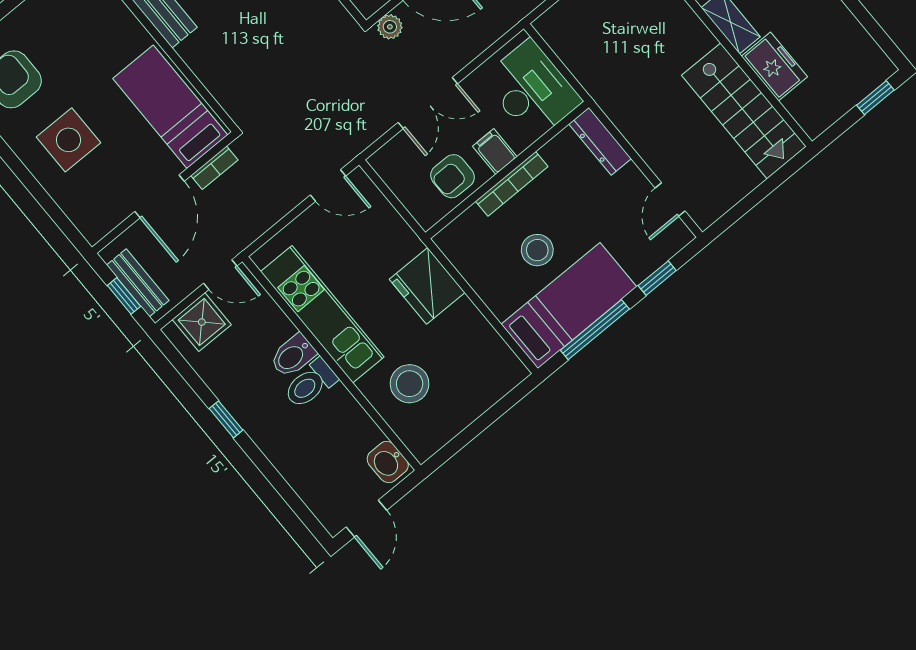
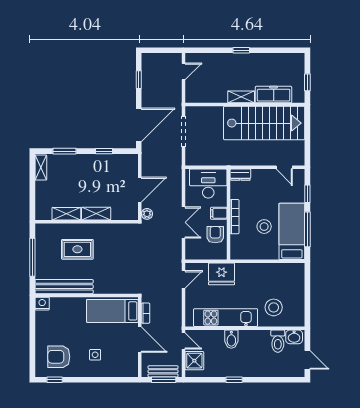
freezer: (774, 66) -> (274, 95), width x1.40
window: (875, 98) -> (307, 82), moved
stairs: (744, 111) -> (264, 123), width x1.36, depth x1.51
side table: (68, 140) -> (95, 355), width x0.54, depth x0.54
dresser: (600, 141) -> (240, 175), width x0.70
armchair: (453, 176) -> (215, 235), turned 180
door: (220, 275) -> (183, 341), hinge flipped
fridge: (427, 286) -> (221, 274), moved
window: (124, 296) -> (164, 380), width x1.50
toilet: (310, 384) -> (278, 341), moved

